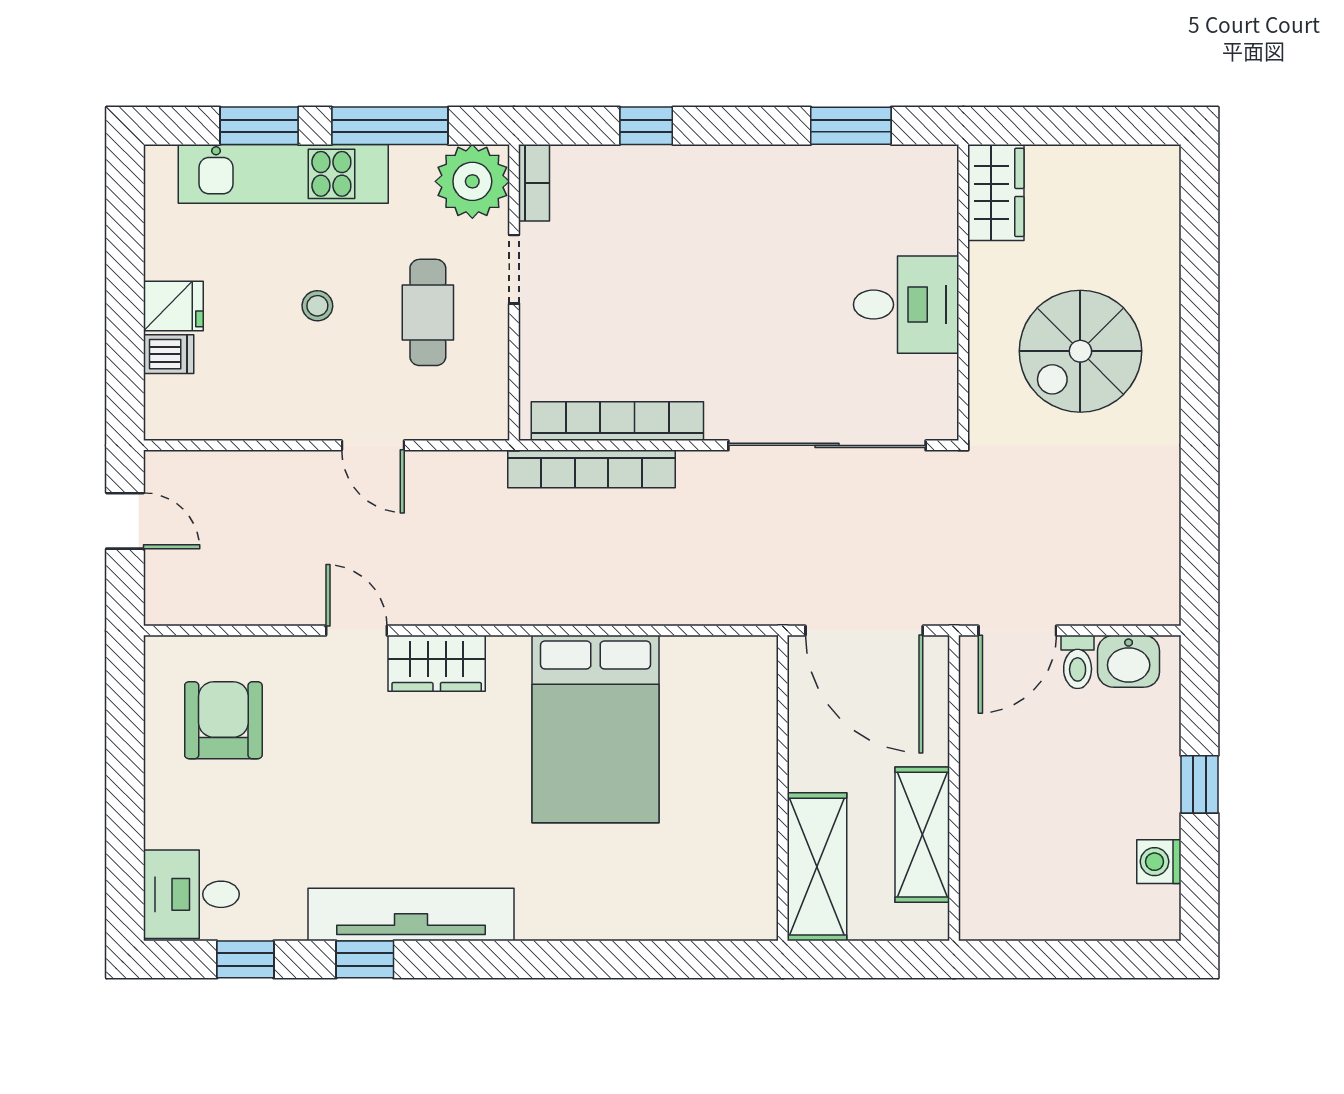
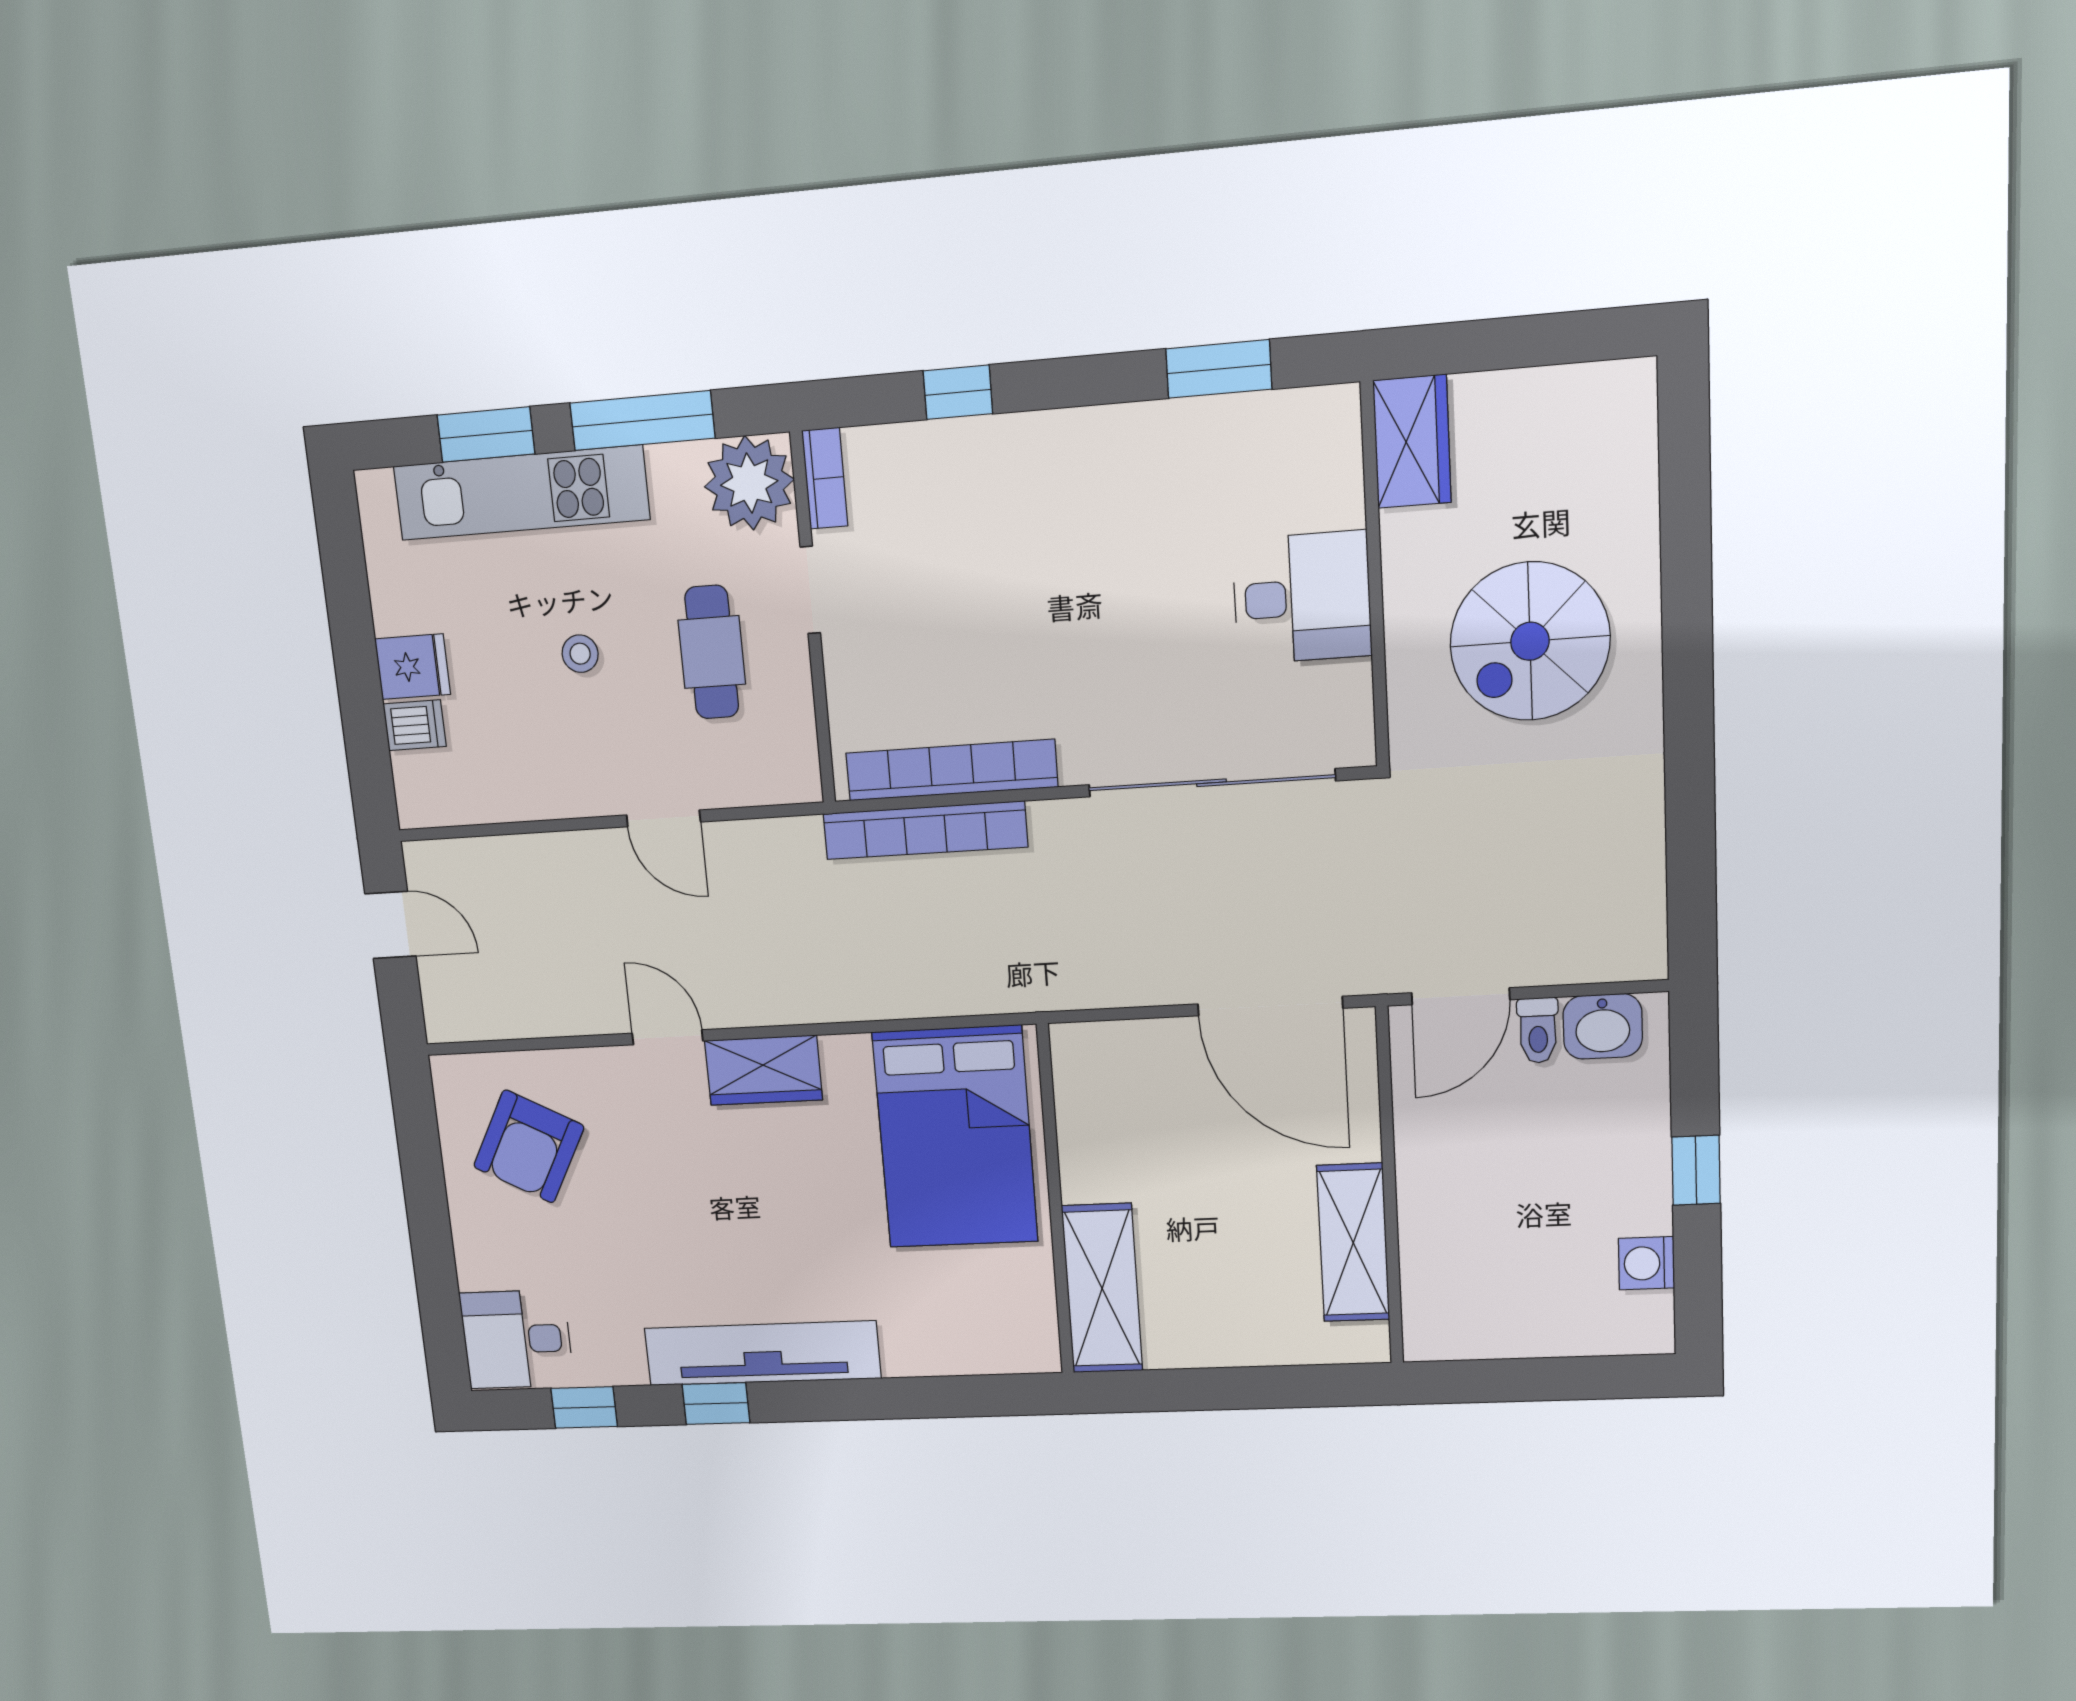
armchair: (223, 720) -> (529, 1146), turned -152
wall: (783, 788) -> (1055, 1201), moved
shelving: (817, 867) -> (1102, 1288), moved

